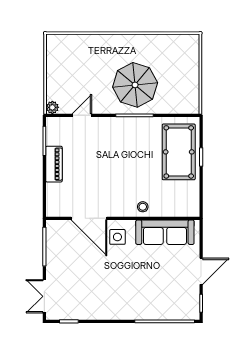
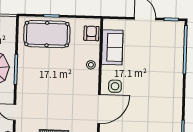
armchair: (181, 206) -> (91, 33), added
sofa: (165, 232) -> (112, 47), width x0.73

